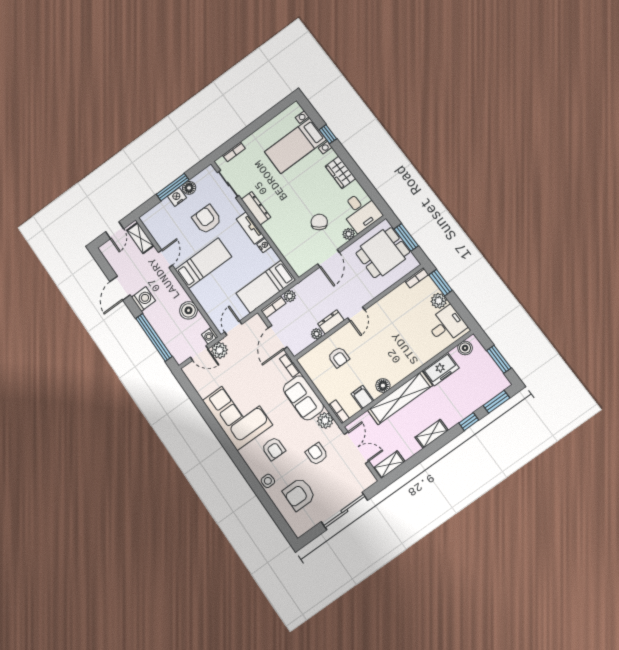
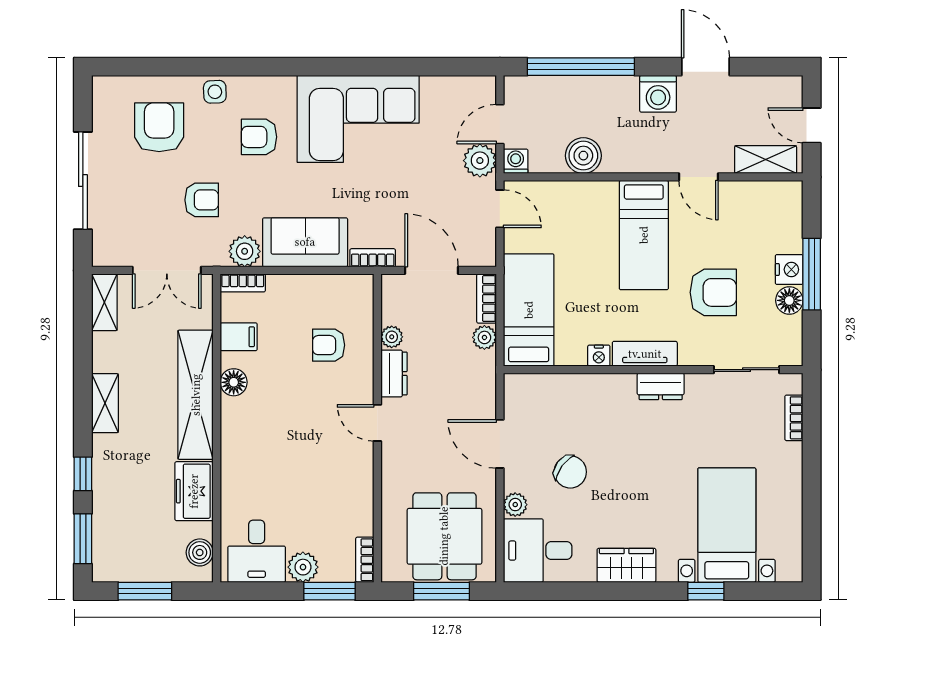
dresser: (256, 208) -> (661, 386), width x0.70

